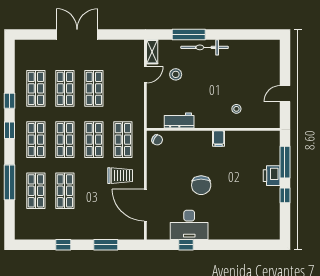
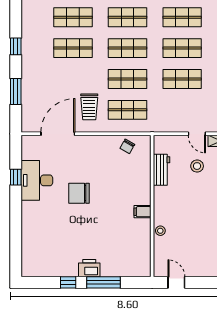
workbench: (179, 120) -> (162, 170), moved
wall: (213, 129) -> (152, 206), moved
filing cabinet: (219, 139) -> (142, 212), moved

